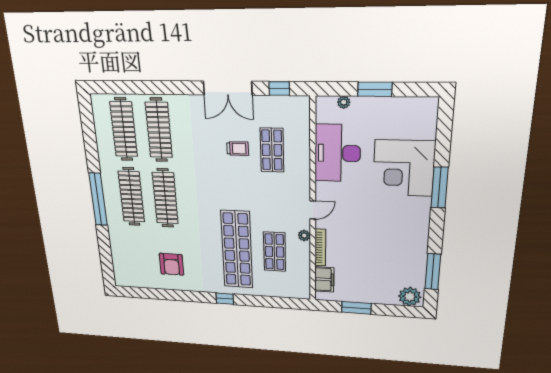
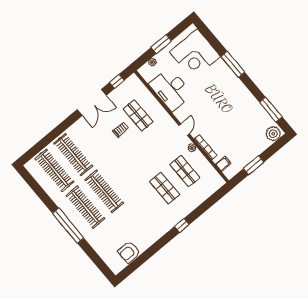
corner desk: (404, 168) -> (195, 54), moved
shop shelf: (237, 250) -> (165, 188), width x0.50, depth x0.74
armchair: (171, 264) -> (129, 252), moved, turned 90
filing cabinet: (324, 279) -> (223, 164), width x0.50

